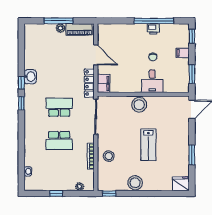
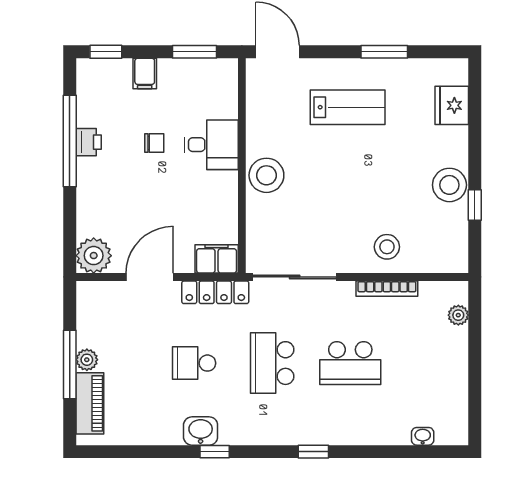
piano: (79, 29) -> (90, 403), moved
plant: (105, 31) -> (94, 256), added
school desk: (59, 74) -> (194, 363), added
window: (21, 103) -> (313, 452), moved
school desk: (59, 140) -> (350, 363), turned 90
lab bench: (148, 145) -> (348, 107), moved
fridge: (181, 184) -> (452, 105), moved
window: (56, 194) -> (475, 370), removed
window: (109, 194) -> (475, 205), moved

